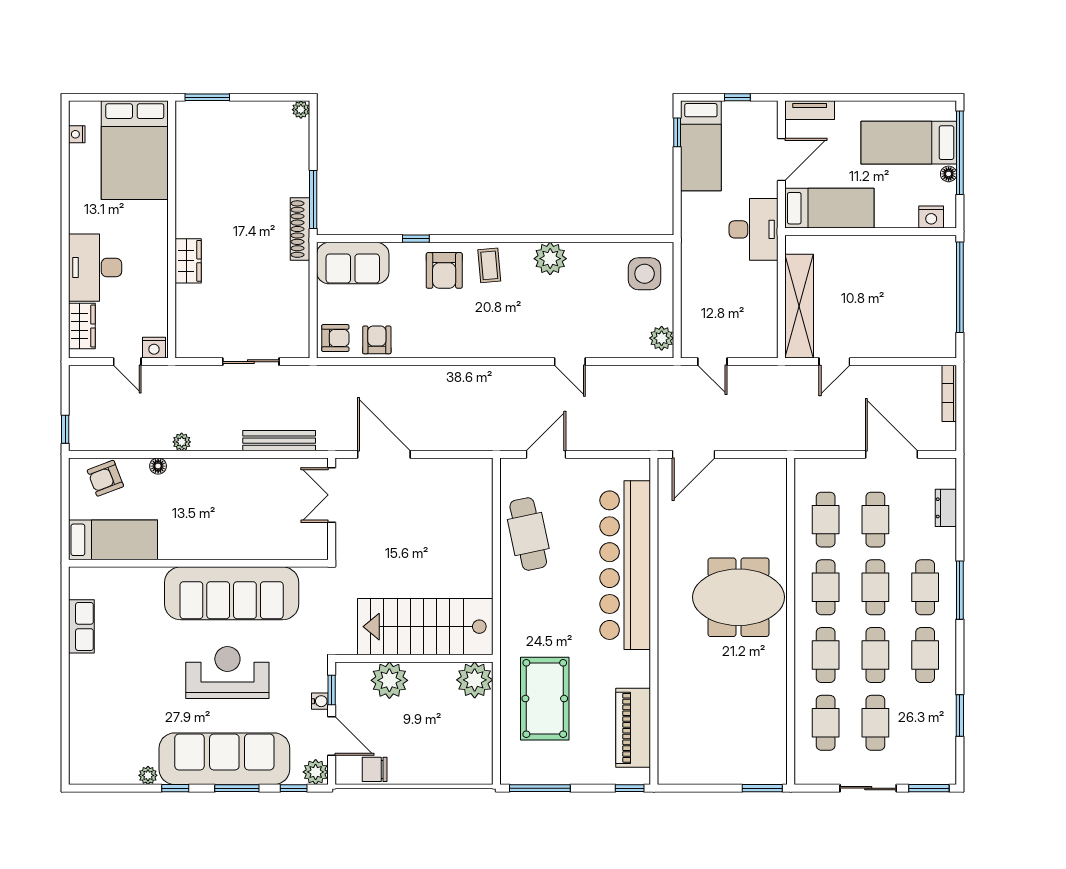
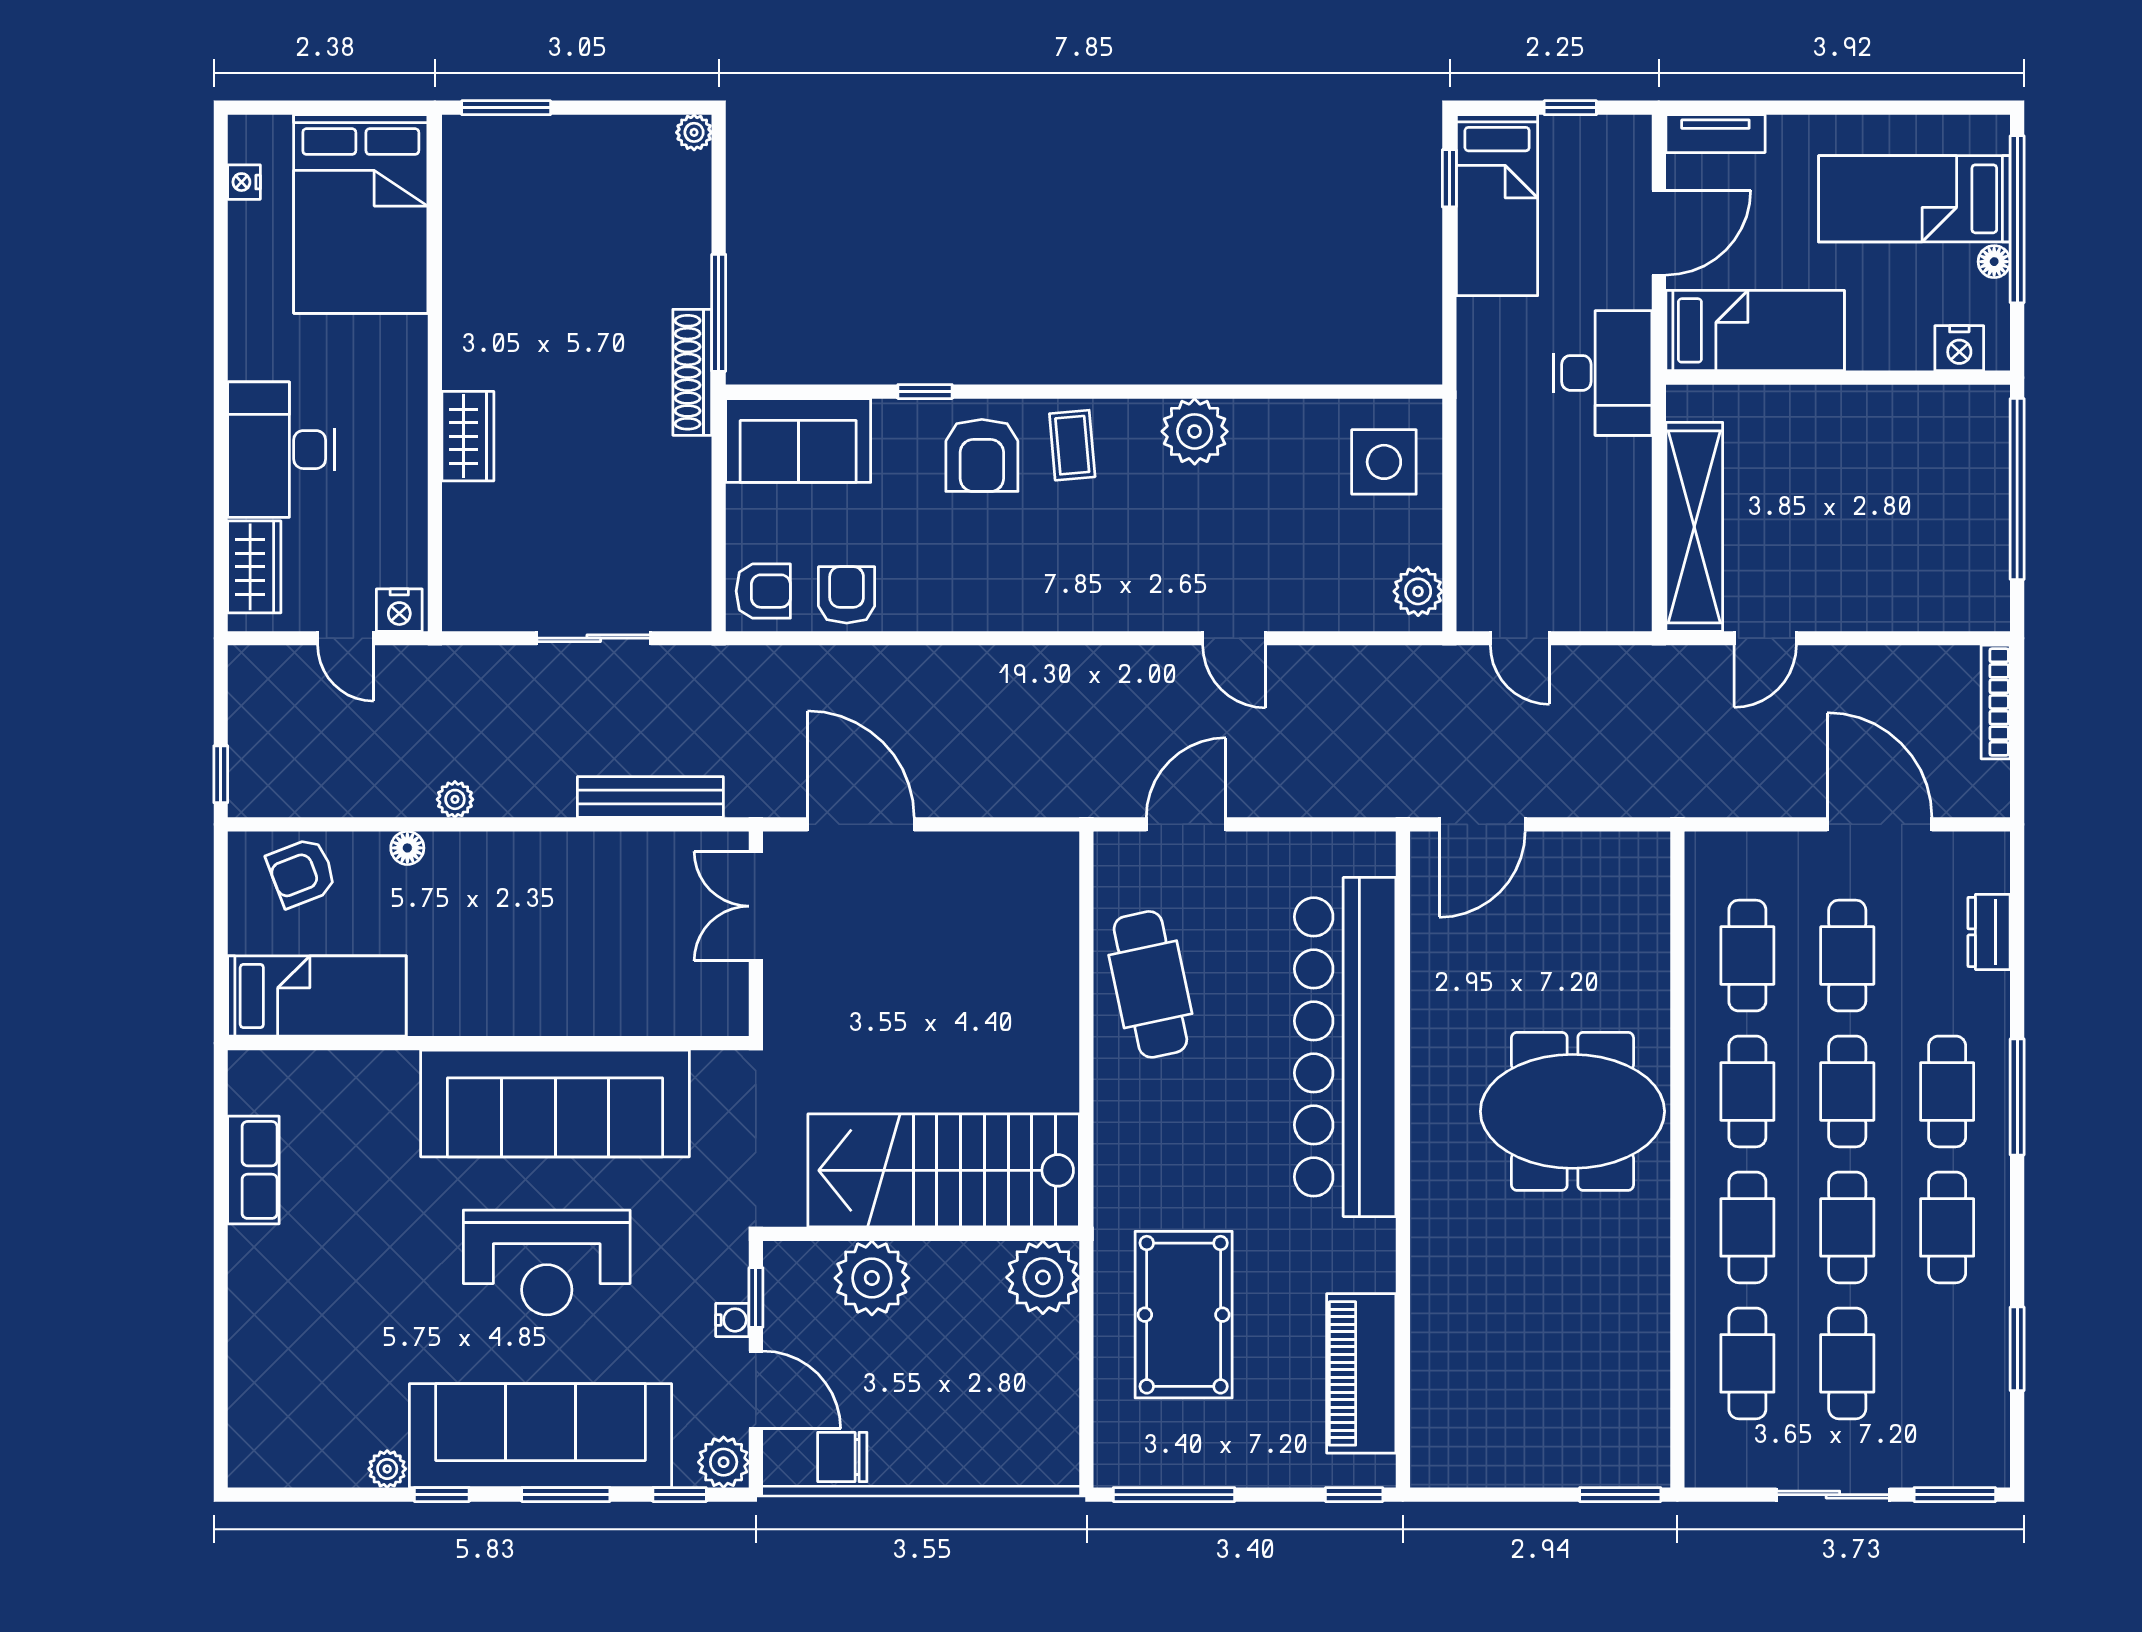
reception desk: (227, 673) -> (547, 1263), turned 180

